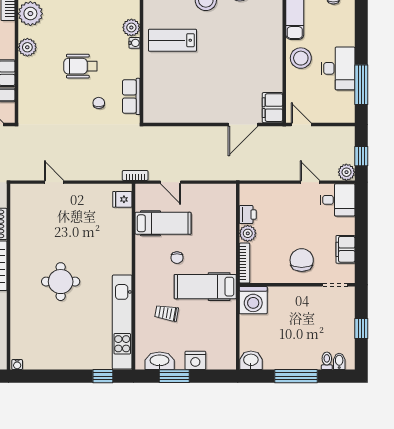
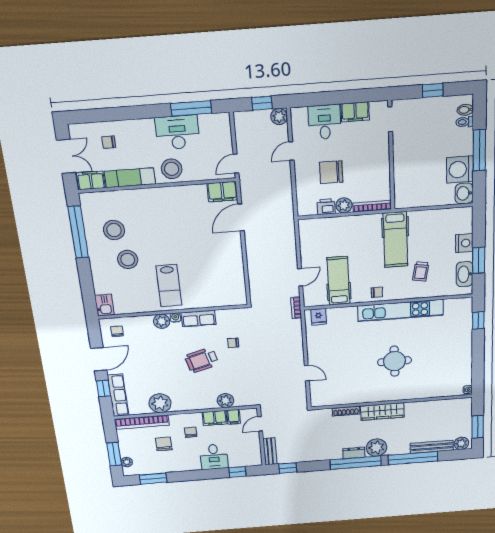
plant: (27, 47) -> (225, 401), moved
wheelchair: (80, 66) -> (202, 360), turned 75
row of seats: (131, 96) -> (198, 319), moved
door: (243, 124) -> (241, 217), swing flipped
door: (54, 182) -> (307, 373), swing flipped
desk: (337, 200) -> (325, 122), moved
chair: (177, 258) -> (377, 292), moved
chair: (302, 260) -> (331, 172), moved
washing machine: (253, 300) -> (460, 169), moved, turned 180
kitchen unit: (122, 322) -> (400, 311), moved

